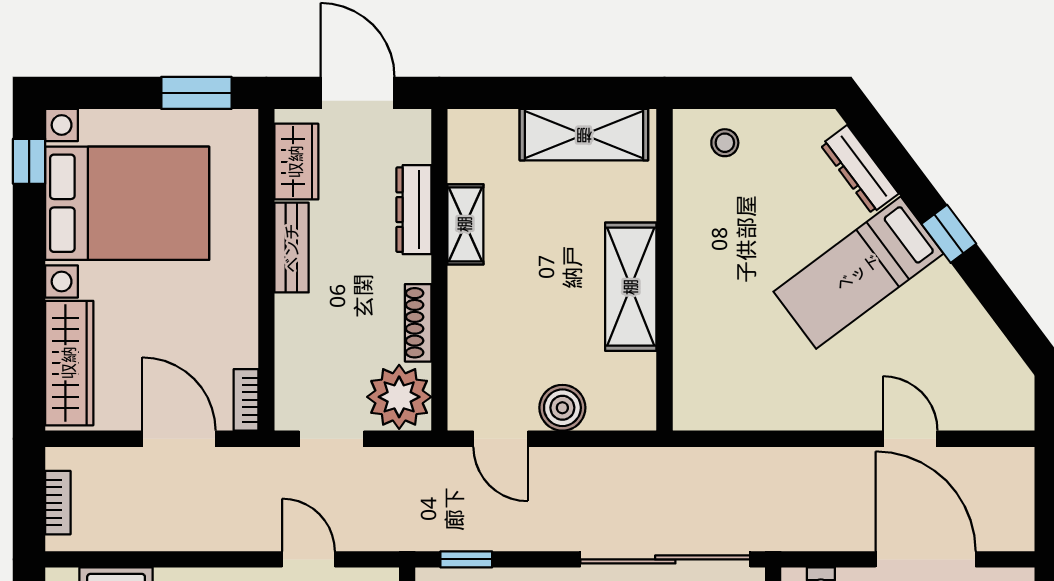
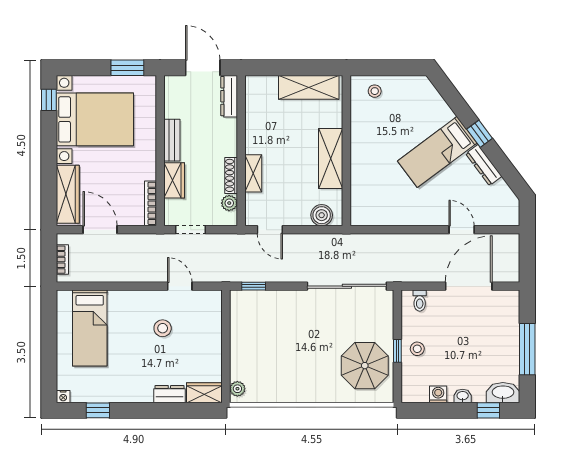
wardrobe: (296, 162) -> (174, 180), moved
dresser: (860, 169) -> (484, 165), moved
dresser: (414, 210) -> (229, 96), moved
shelving: (465, 224) -> (253, 173), moved
plant: (399, 397) -> (229, 203), width x0.53, depth x0.53
bookcase: (246, 400) -> (151, 203), width x1.56
boiler: (562, 408) -> (322, 215), moved
door: (179, 439) -> (100, 230), moved
door: (926, 559) -> (469, 286), hinge flipped

